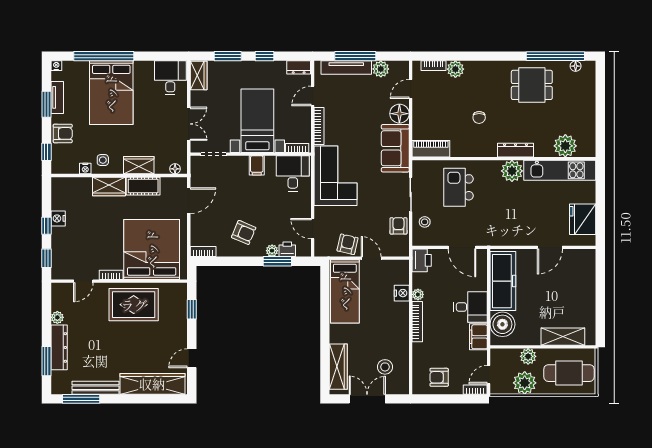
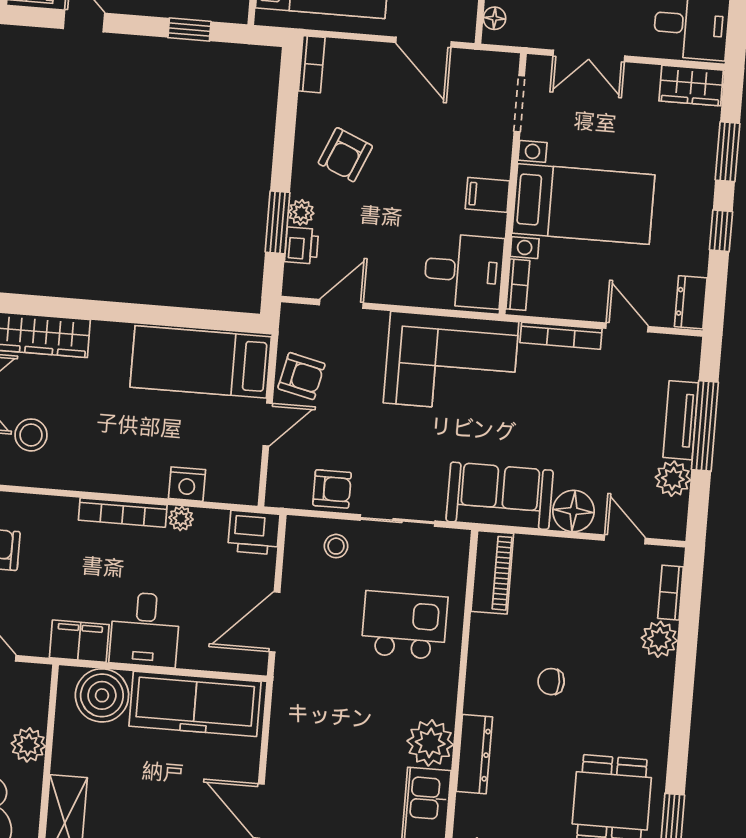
tv unit: (346, 68) -> (681, 420), width x0.71

